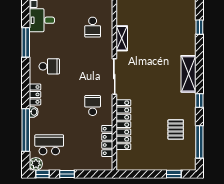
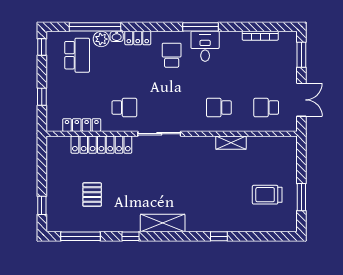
desk: (42, 20) -> (205, 46), moved
shelving: (122, 38) -> (231, 143), moved
school desk: (49, 66) -> (172, 55), turned 180
pallet: (176, 129) -> (92, 195), moved, turned 90
plant: (36, 164) -> (101, 39), moved
window: (67, 174) -> (42, 97), moved

